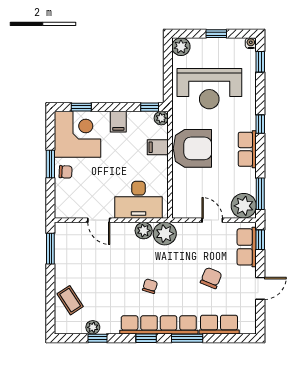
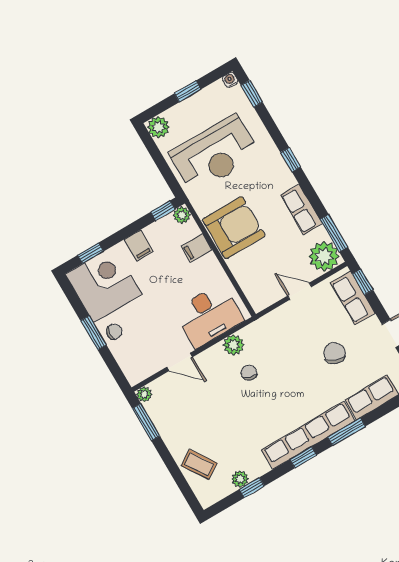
row of seats: (247, 149) -> (301, 209), moved
plant: (165, 234) -> (144, 394), moved, width x0.53, depth x0.53
chair: (150, 286) -> (249, 373), moved

